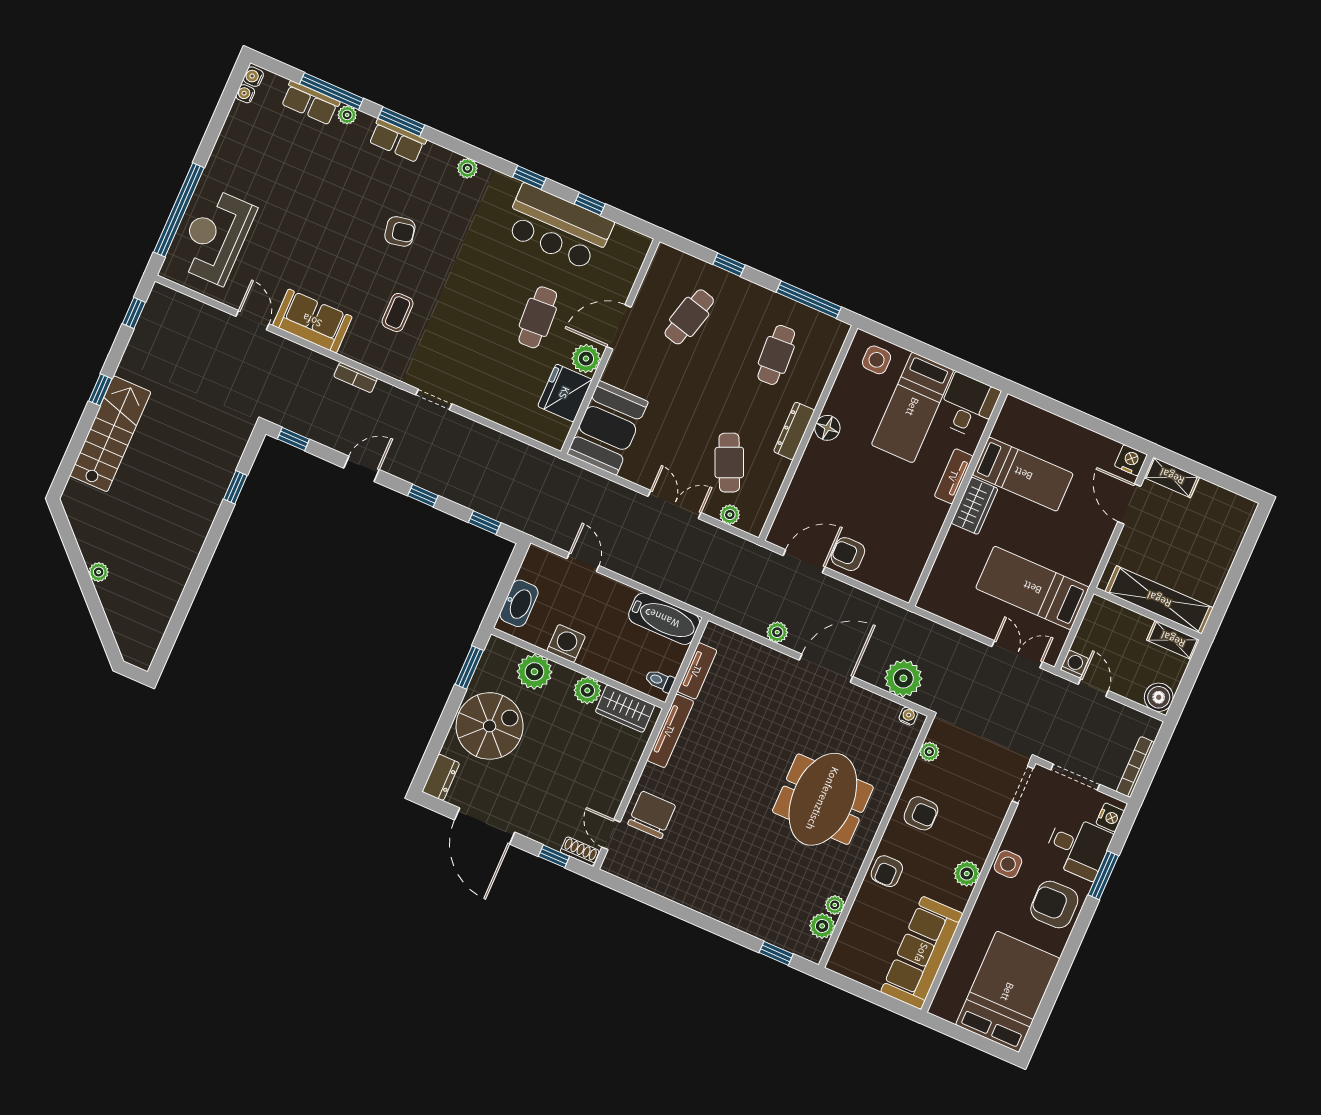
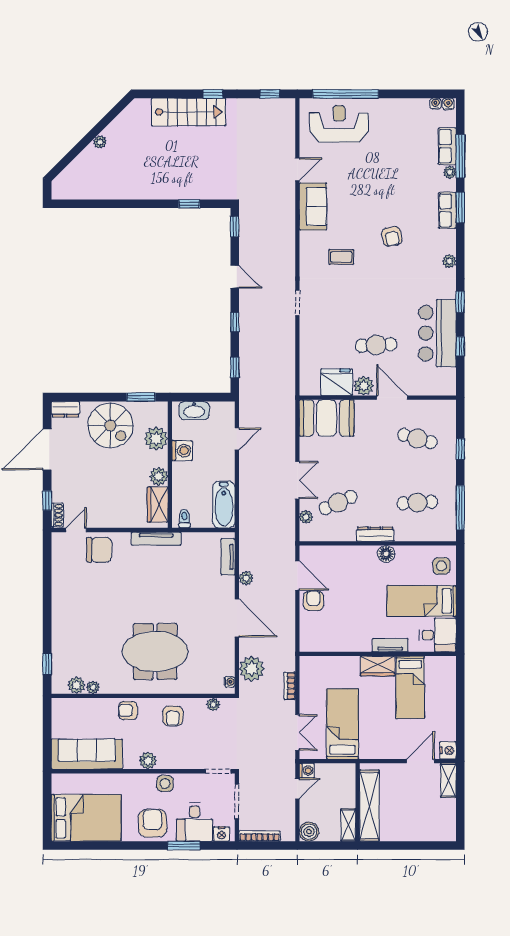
bookcase: (356, 377) -> (290, 686), moved
tv unit: (697, 671) -> (228, 557), moved, turned 90

